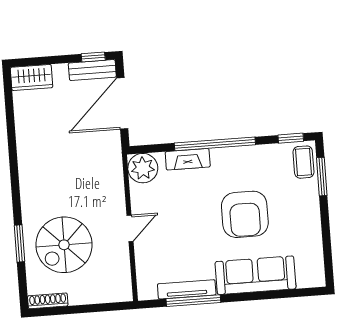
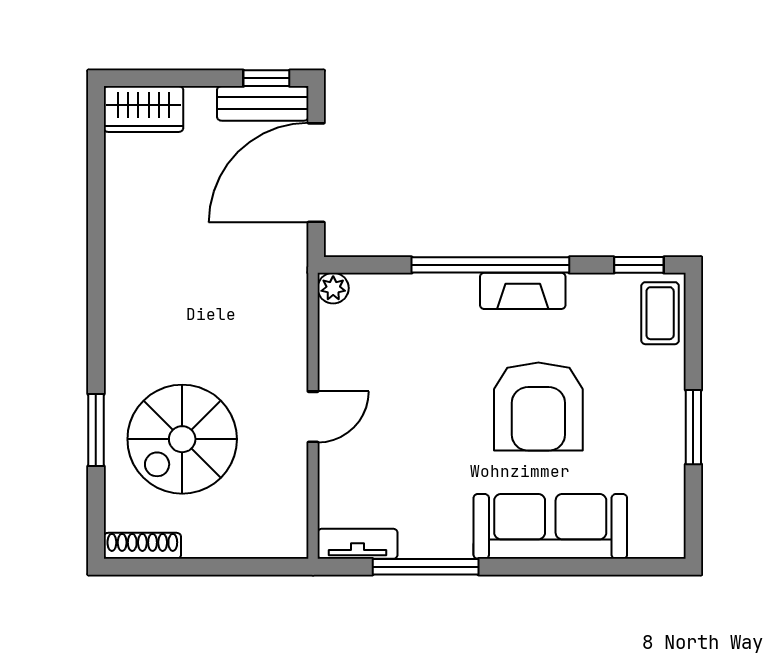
fireplace: (188, 159) -> (523, 291), moved
plant: (143, 168) -> (333, 288), width x0.53, depth x0.53
window: (322, 177) -> (693, 427), moved
tv unit: (187, 289) -> (358, 544), moved, width x0.71

